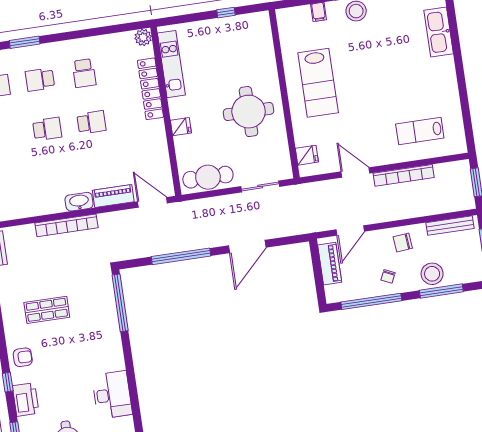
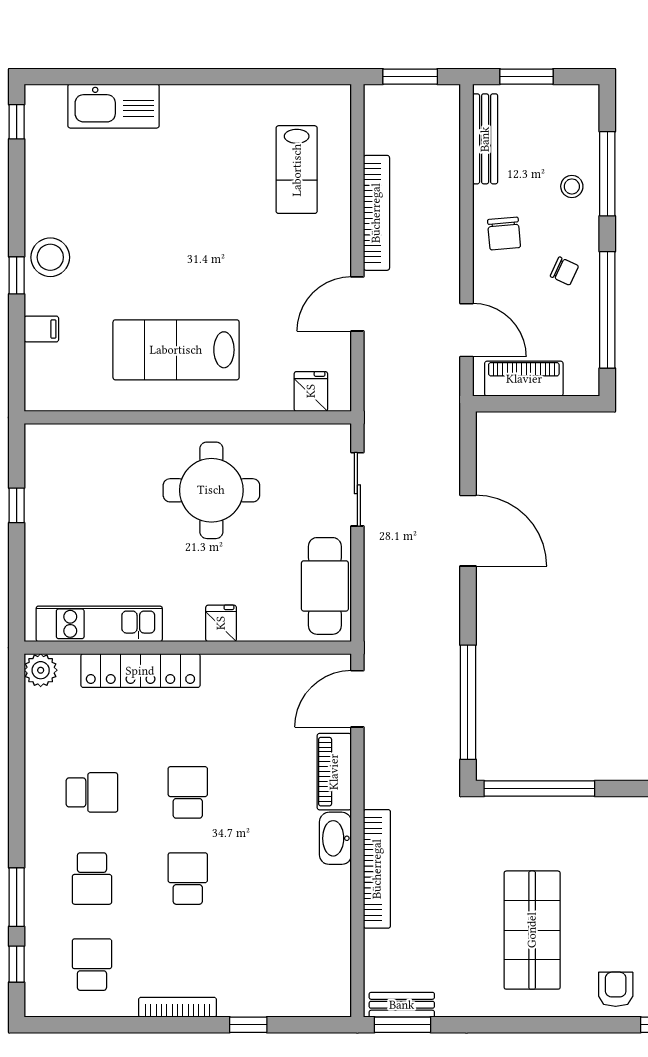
lab bench: (318, 83) -> (176, 350), turned 180
window: (181, 256) -> (468, 702), moved
stool: (432, 274) -> (572, 186), width x0.53, depth x0.53
shop shelf: (47, 310) -> (532, 930), width x1.43, depth x1.36

